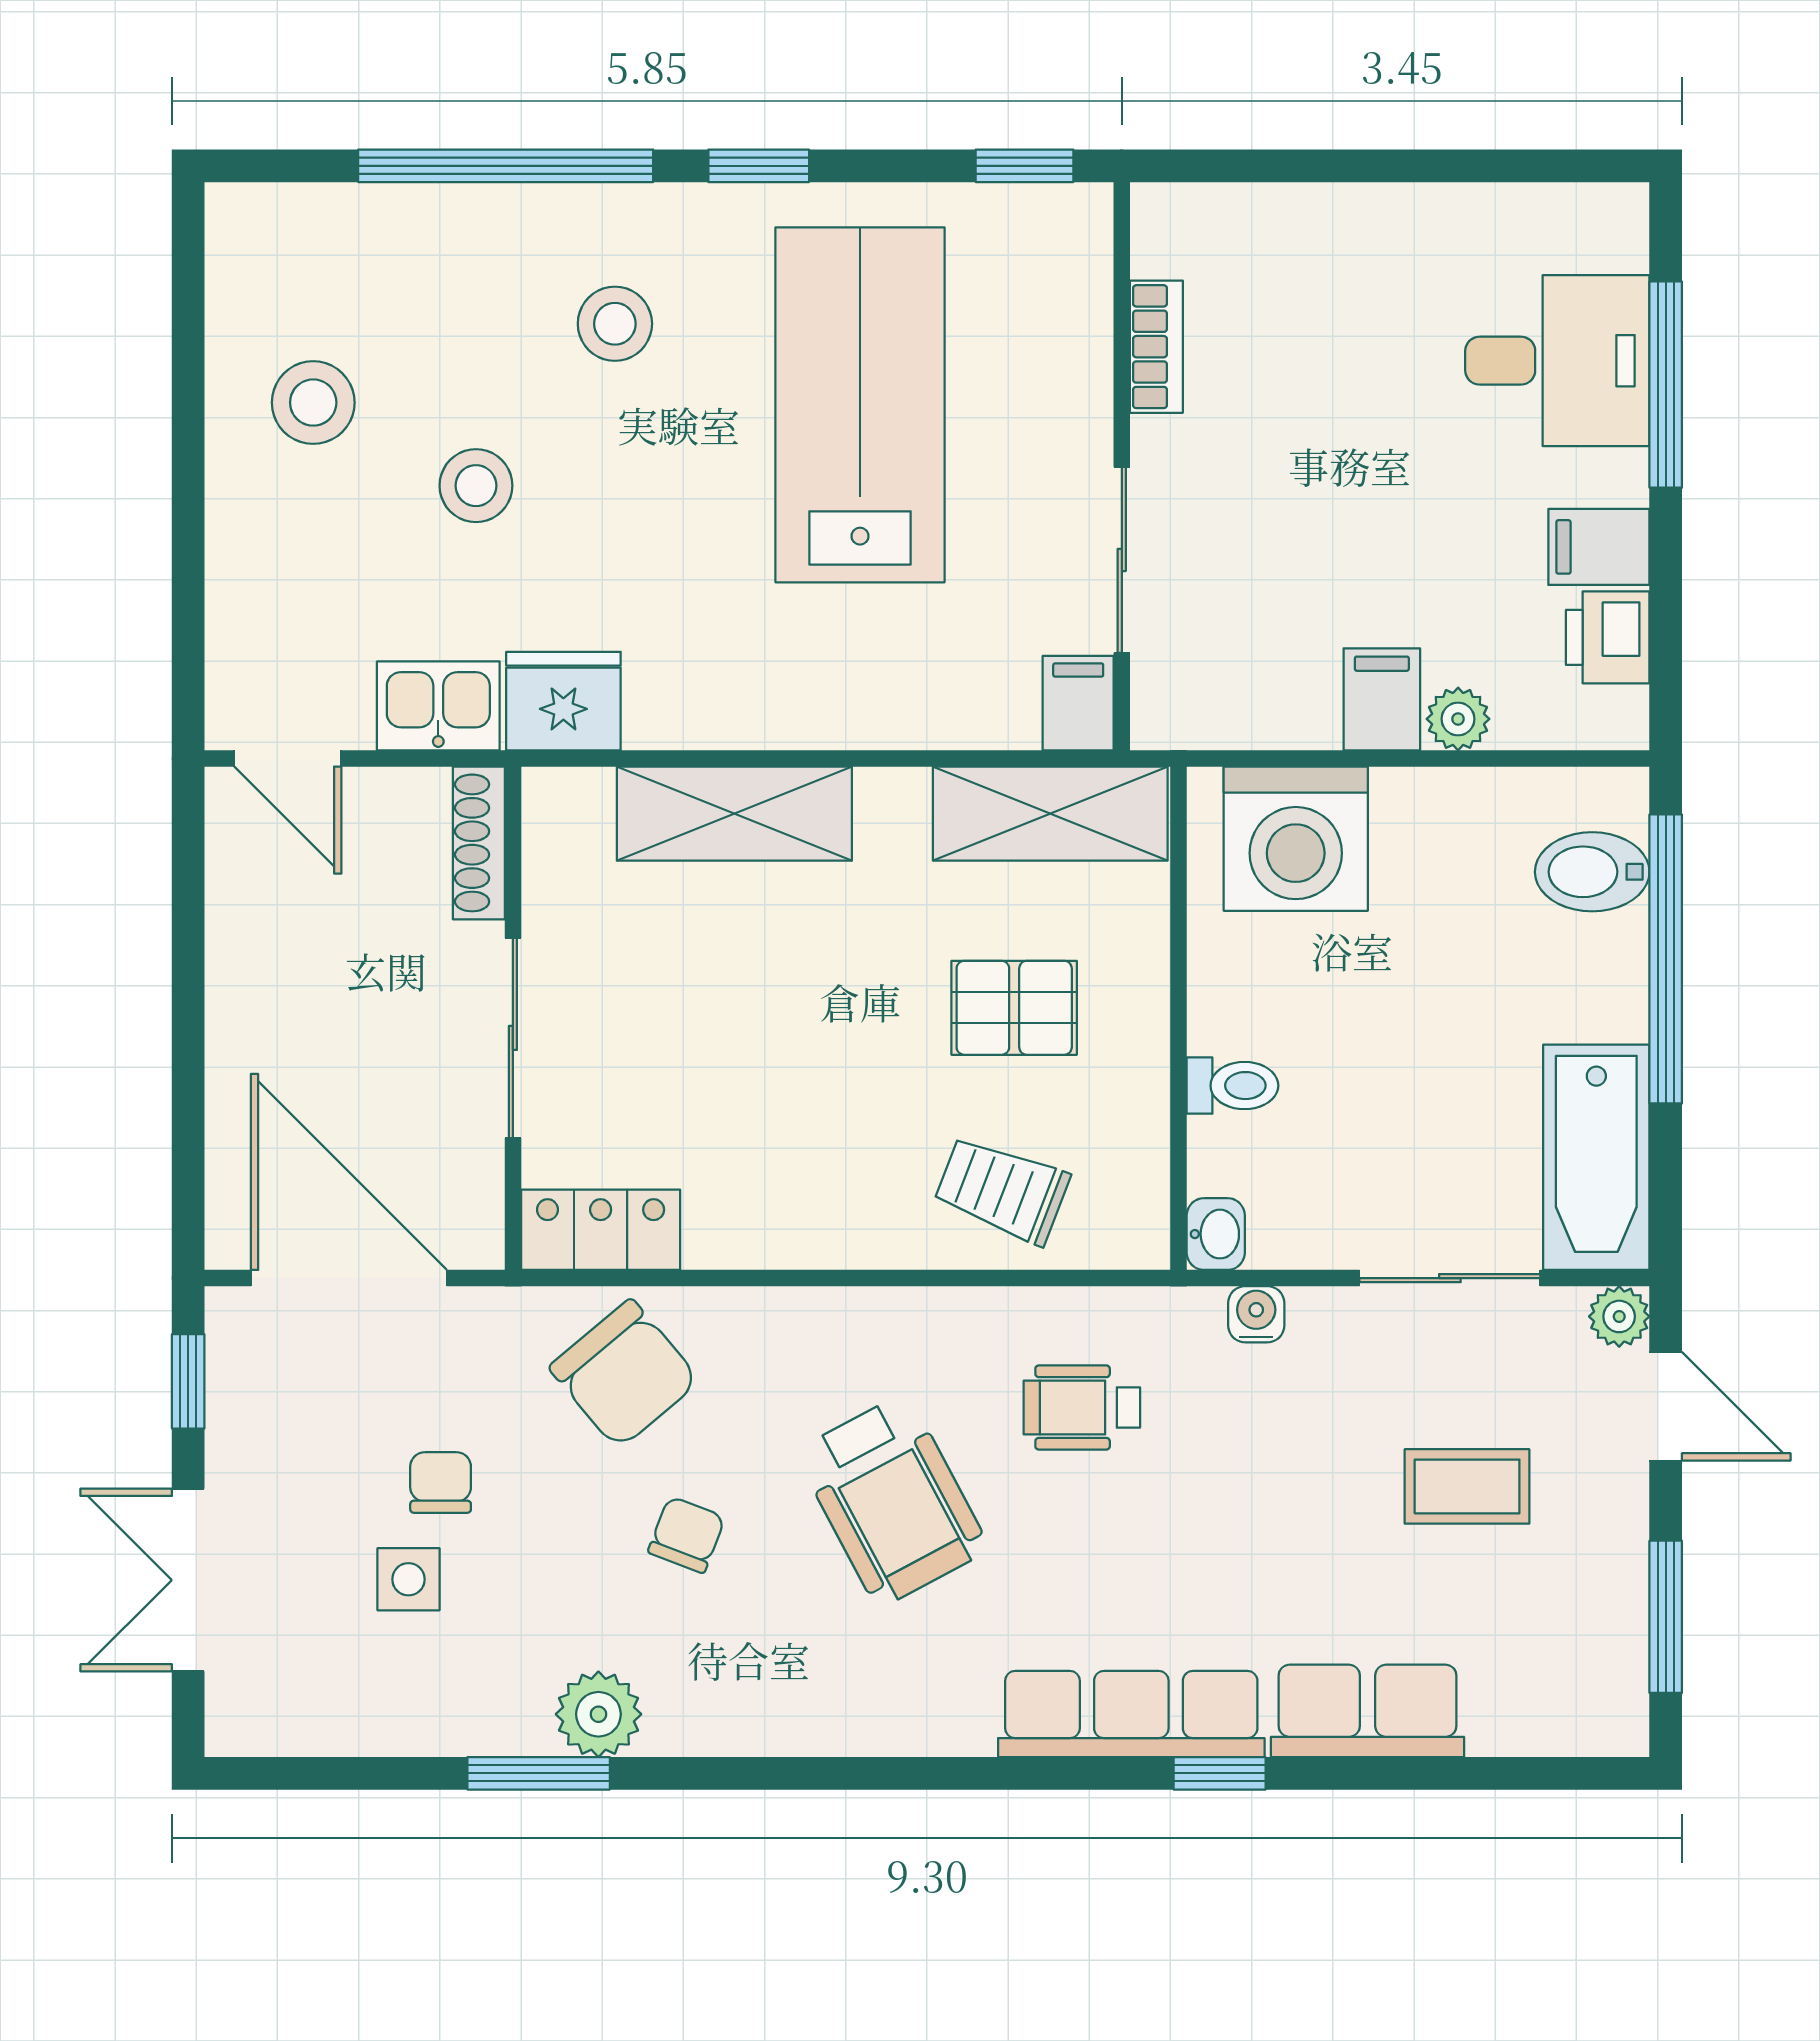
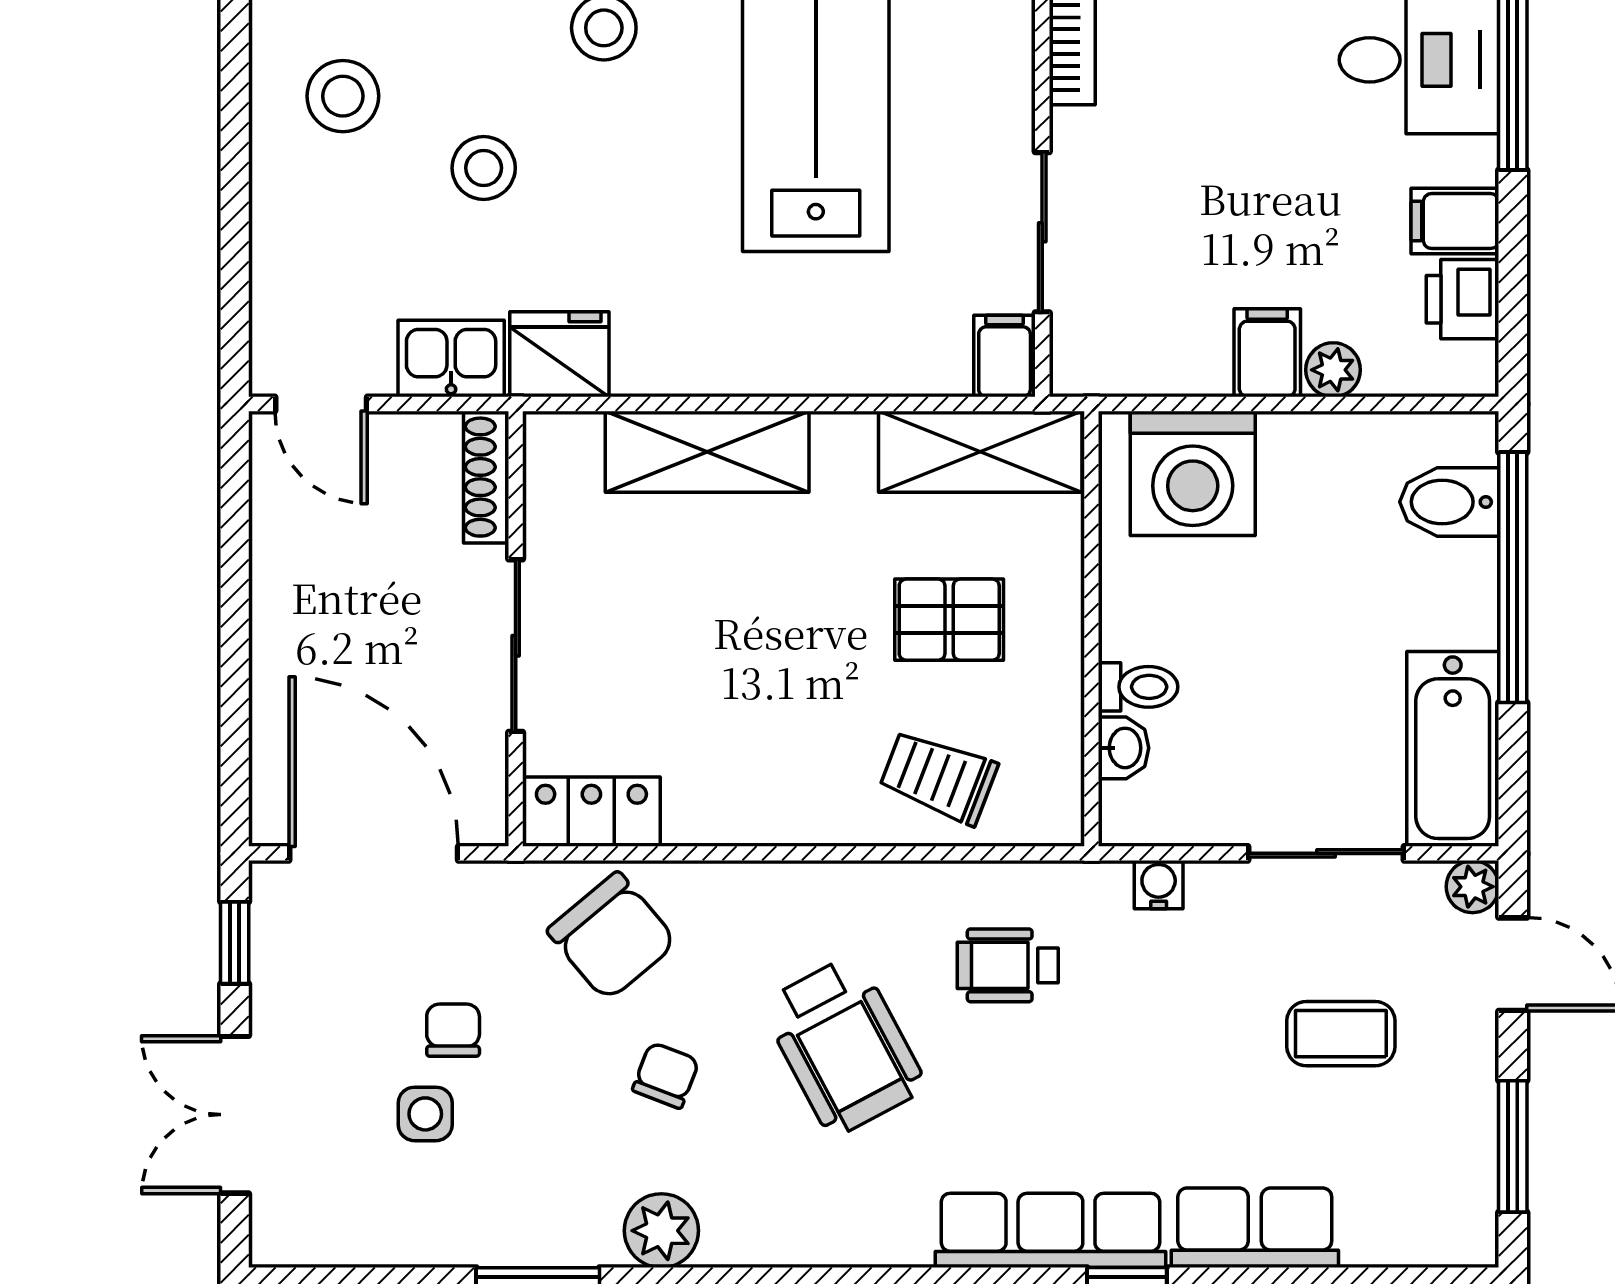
washbasin: (1216, 1234) -> (1124, 748), moved
plant: (598, 1714) -> (661, 1231), moved

